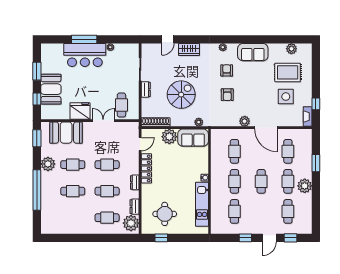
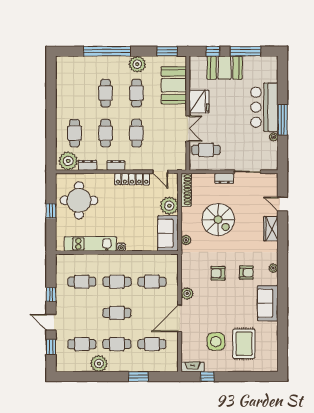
window: (84, 39) -> (283, 120), moved
plant: (291, 49) -> (272, 348), removed
window: (37, 71) -> (245, 51), width x1.44
plant: (305, 186) -> (99, 364), moved
round table: (165, 214) -> (79, 200), width x1.36, depth x1.36
window: (161, 238) -> (51, 211), moved

